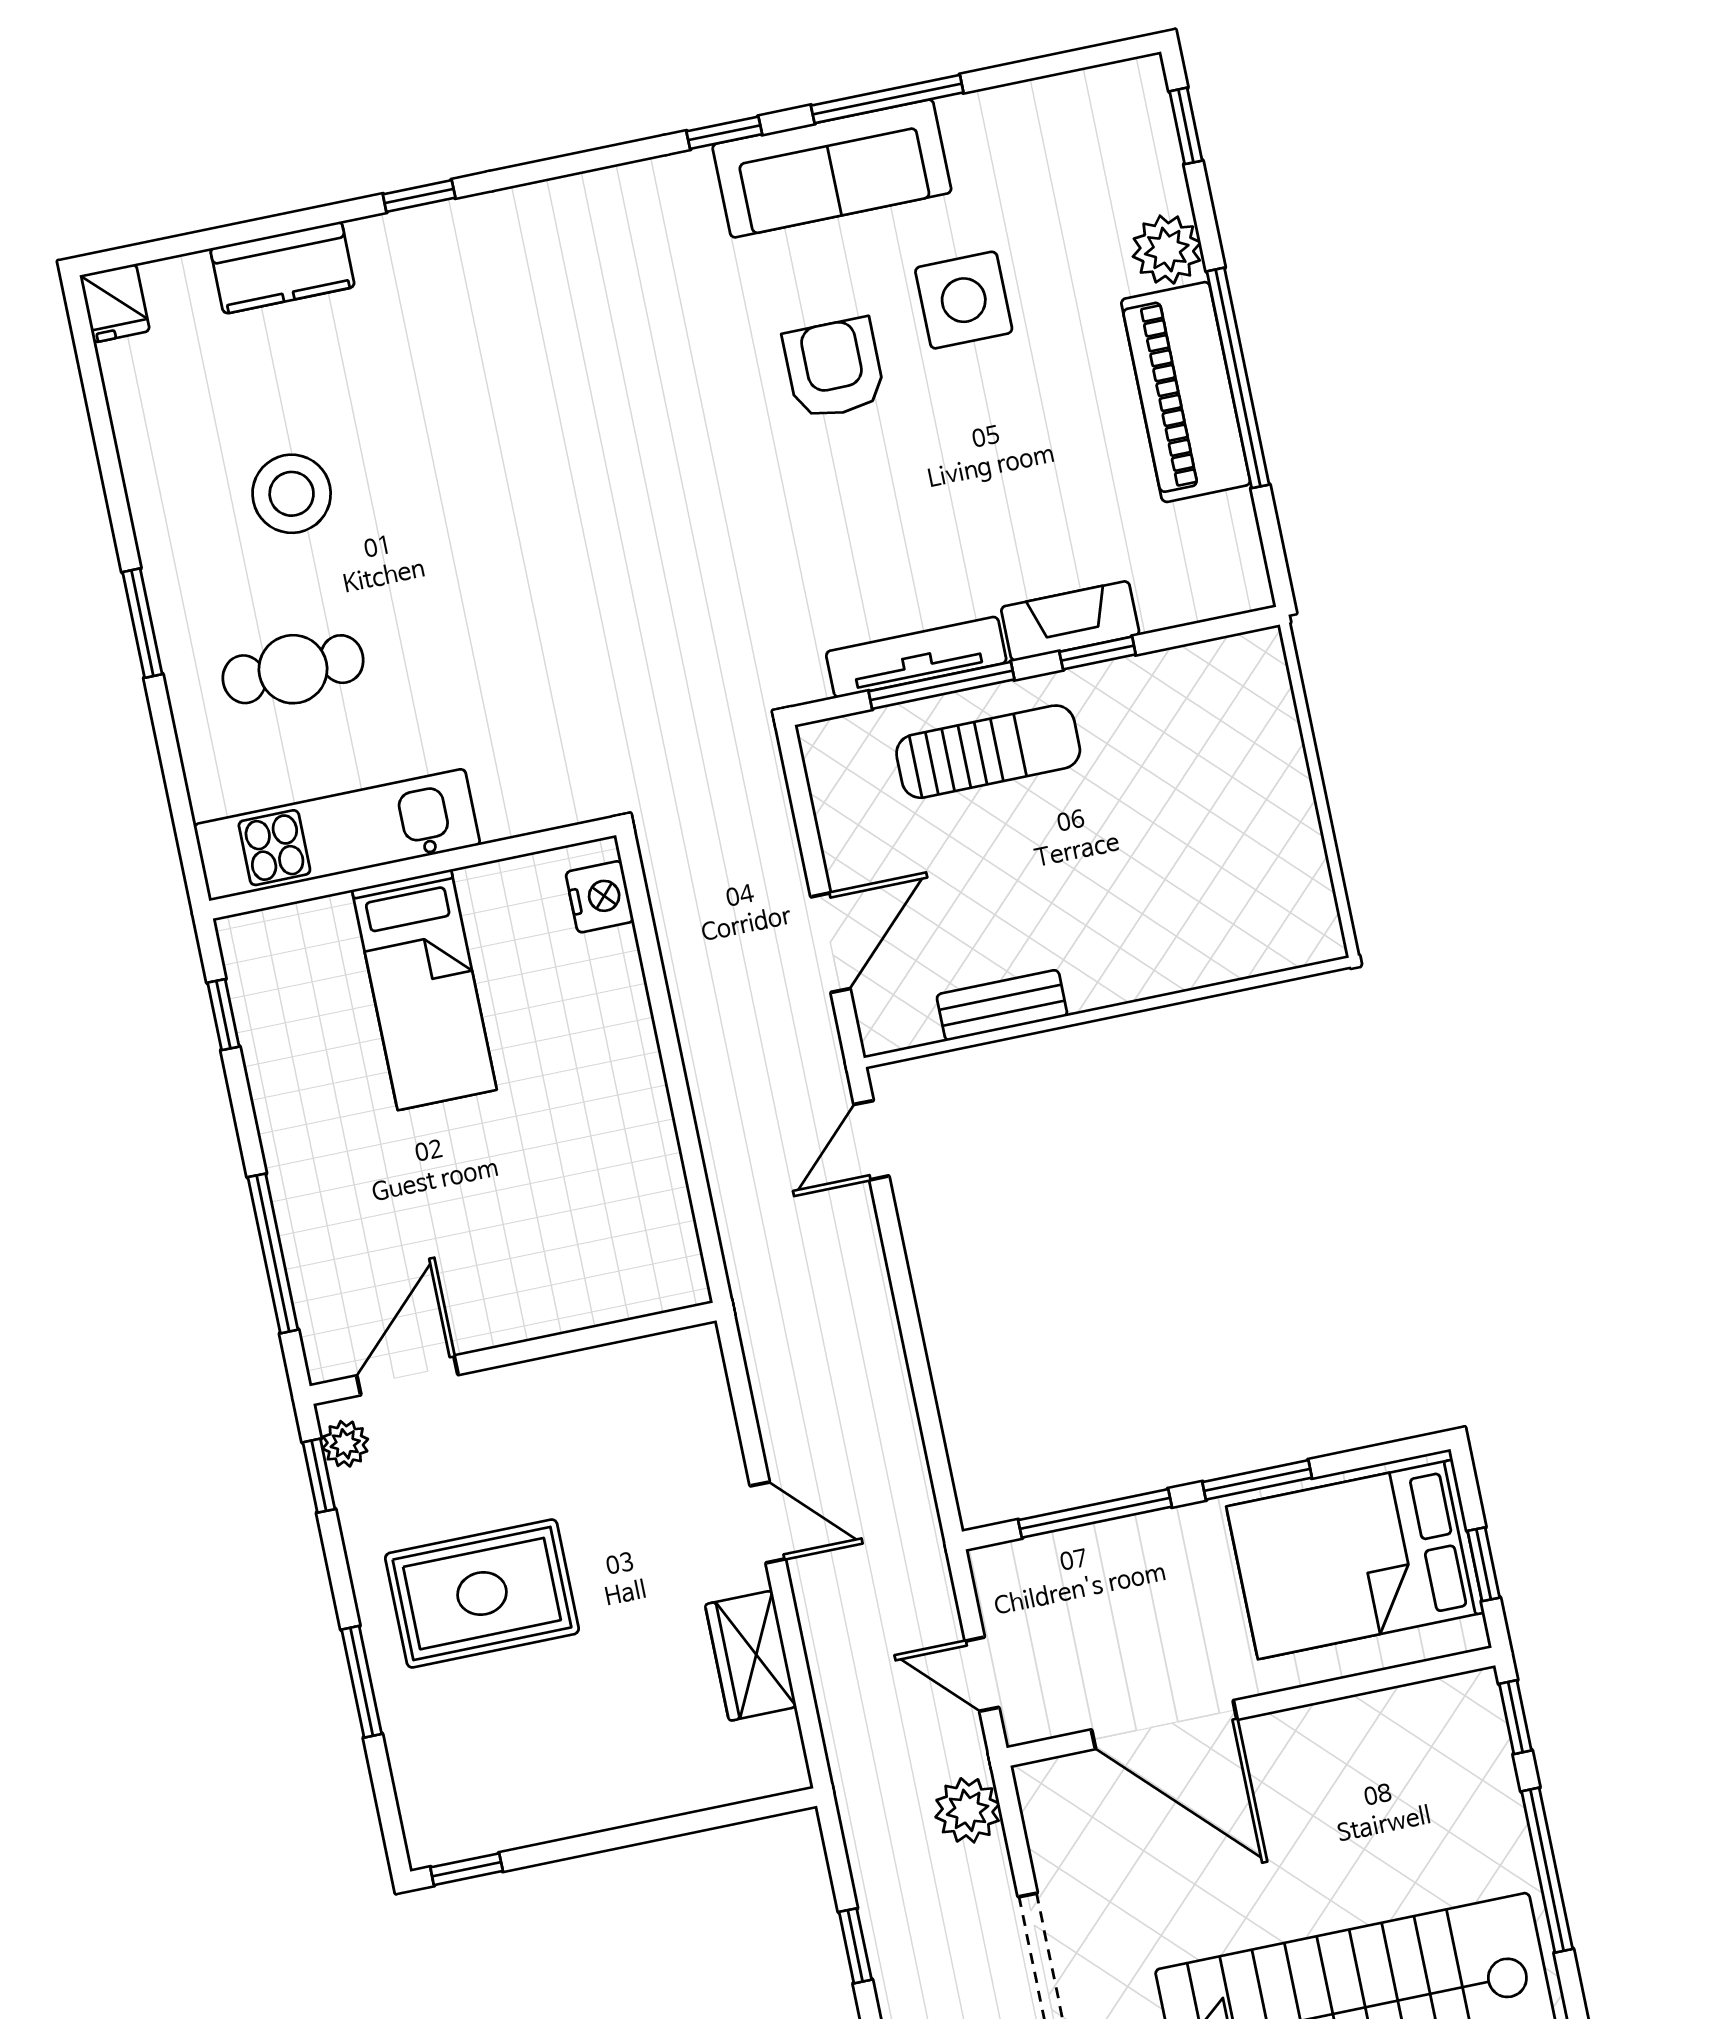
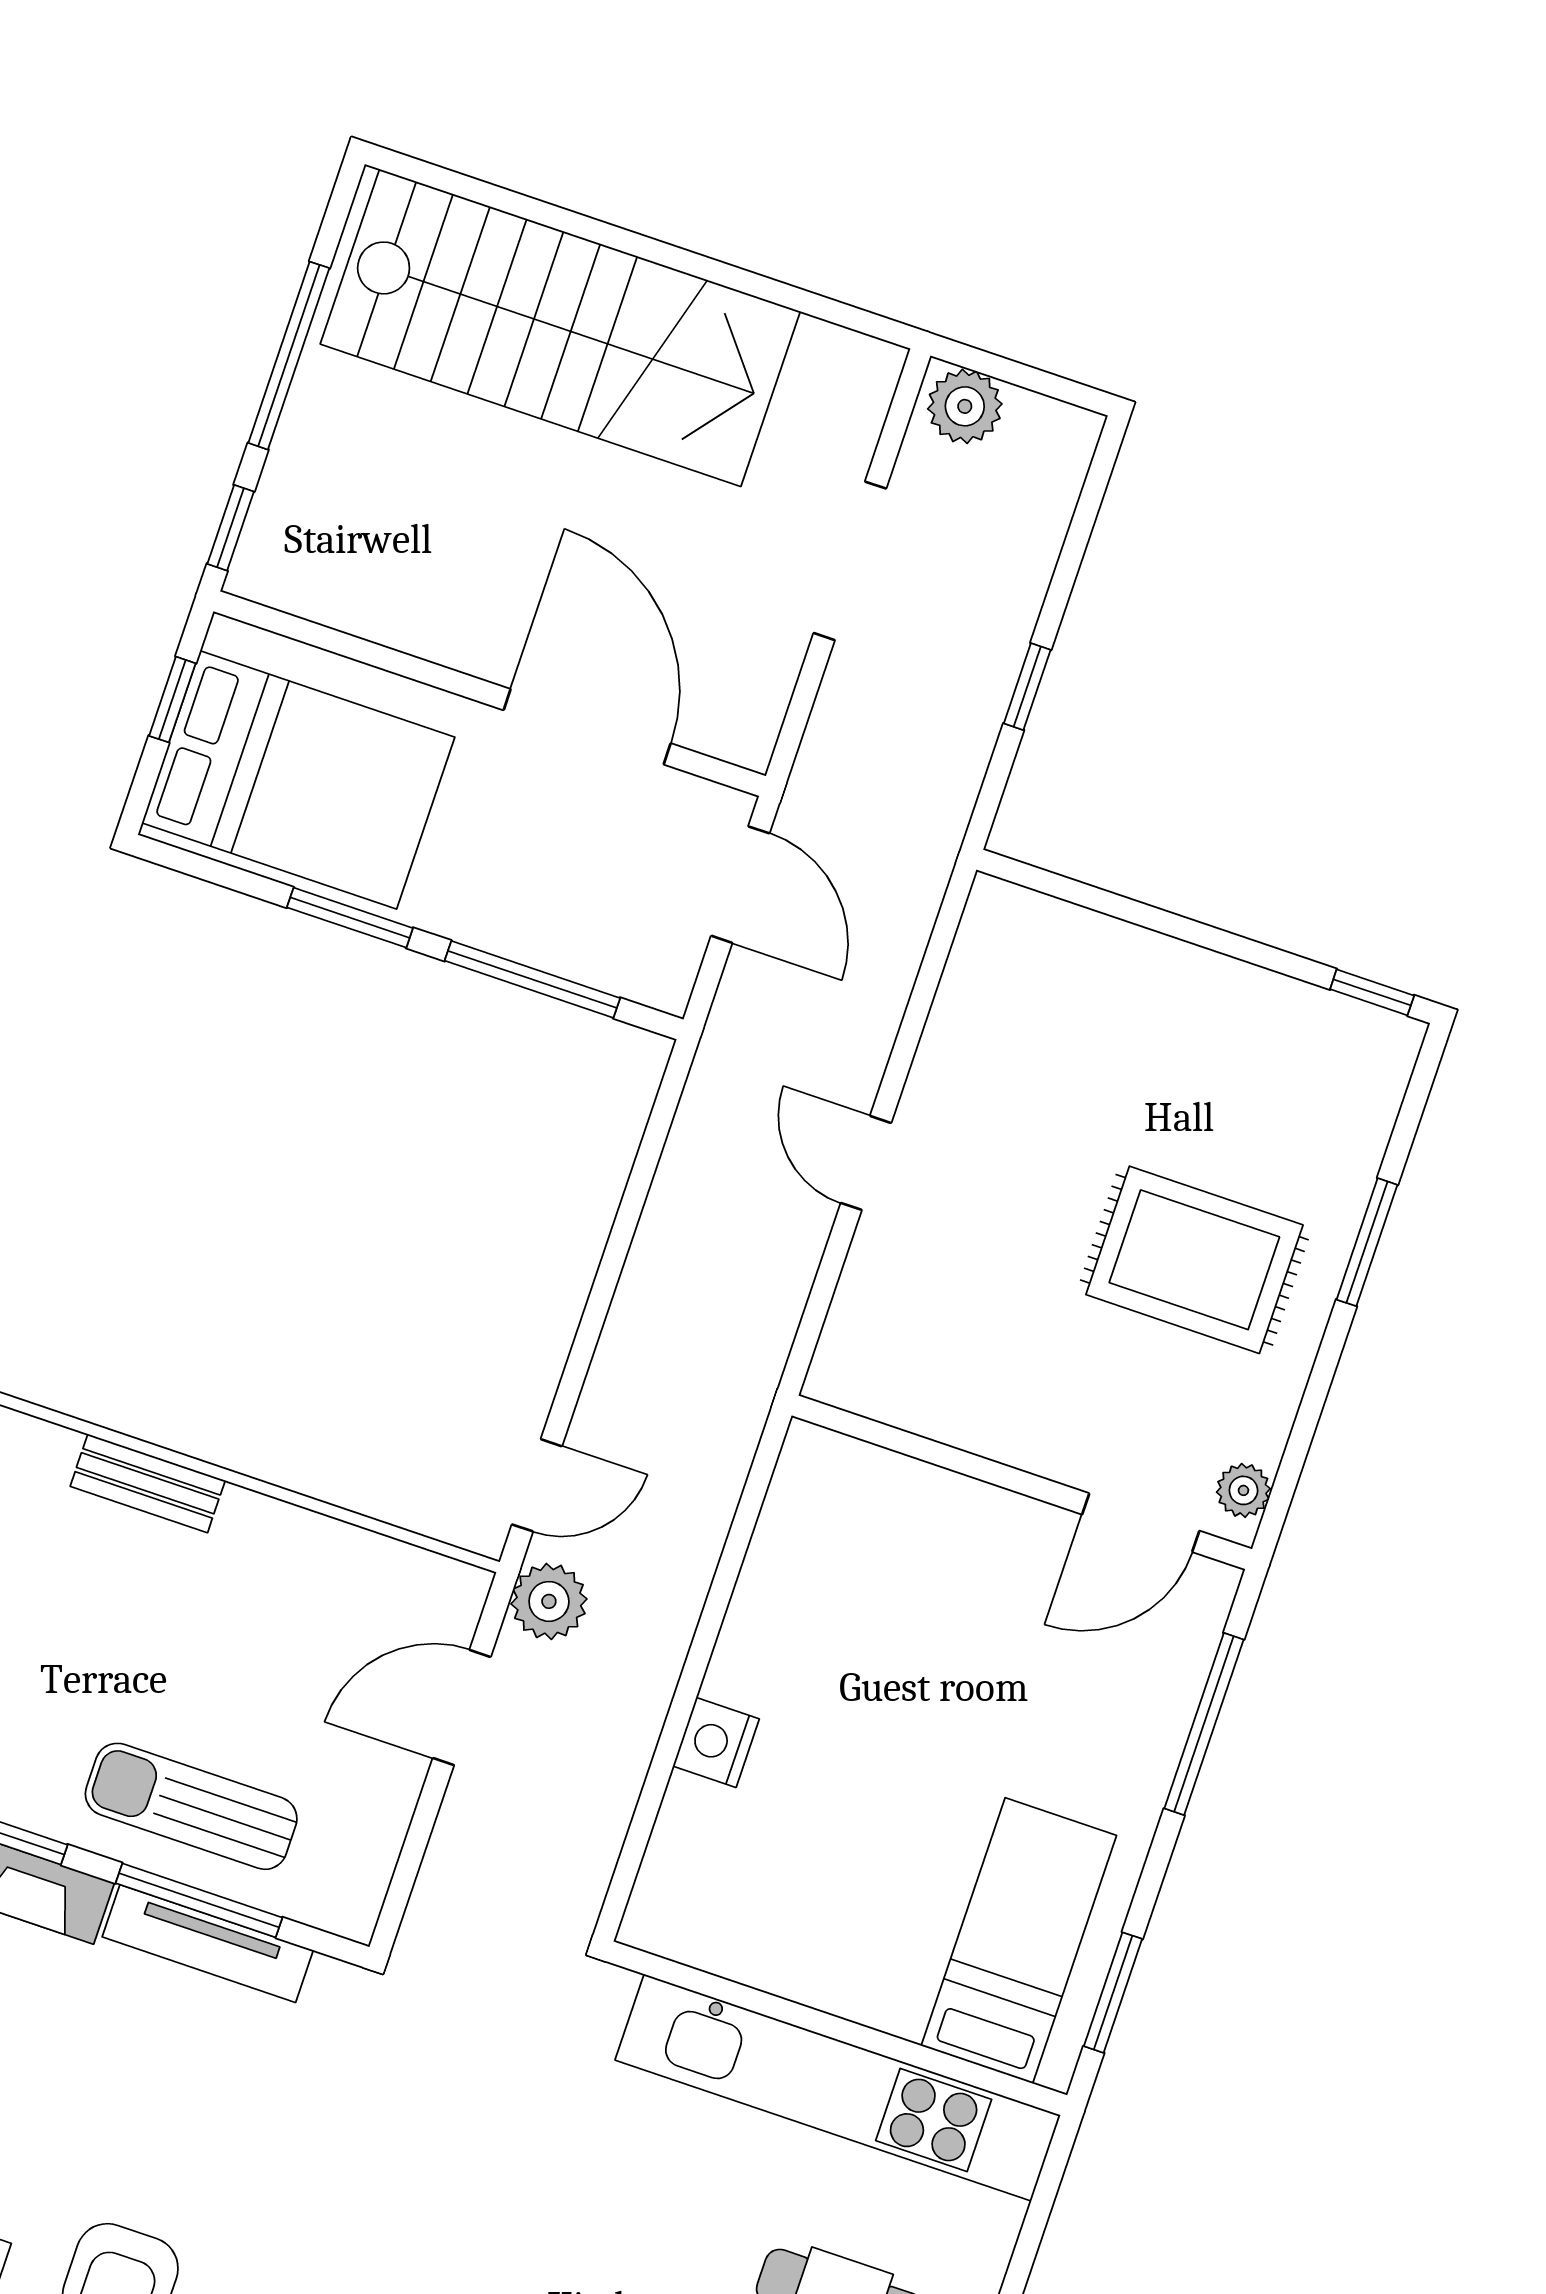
kitchen unit: (337, 835) -> (838, 2088), width x1.36
nightstand: (600, 897) -> (716, 1742), moved
bed: (424, 990) -> (1019, 1941), moved
bench: (1002, 1005) -> (148, 1483), moved
window: (223, 1015) -> (1113, 1993), width x1.50
window: (319, 1476) -> (1289, 1474), removed
wardrobe: (751, 1656) -> (961, 1039), removed
door: (982, 1674) -> (740, 885), width x1.38
plant: (968, 1810) -> (549, 1601), moved

